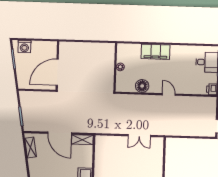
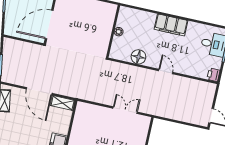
filing cabinet: (156, 52) -> (171, 25), moved
double door: (139, 136) -> (125, 110), swing flipped

